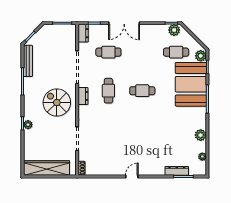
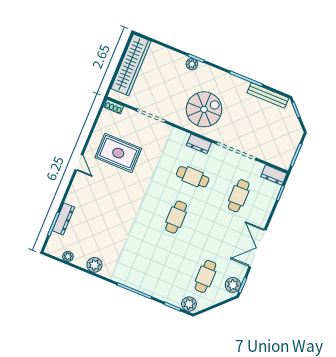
double door: (124, 23) -> (258, 248), moved
booth: (191, 84) -> (160, 278), removed
rug: (113, 151) -> (118, 153), added

